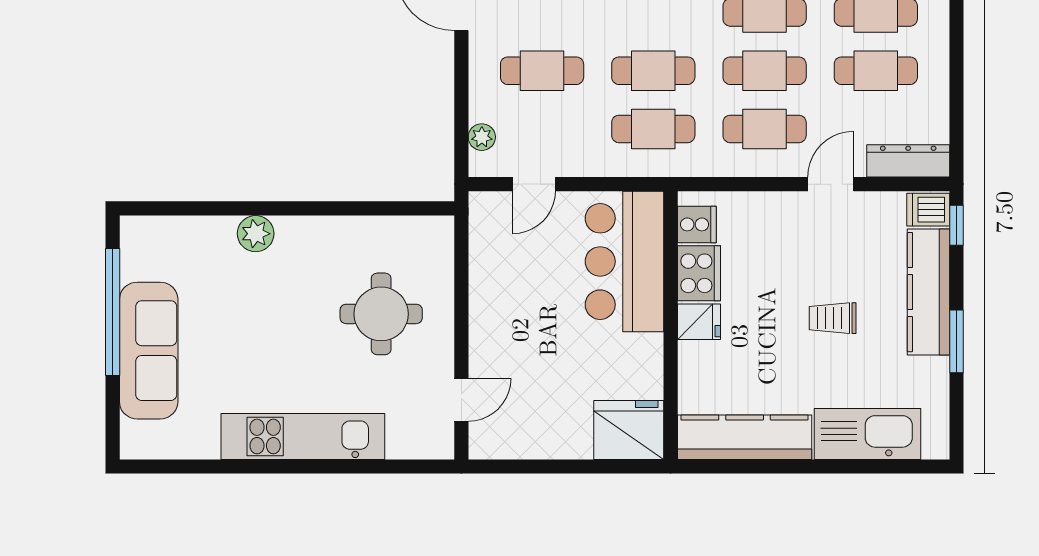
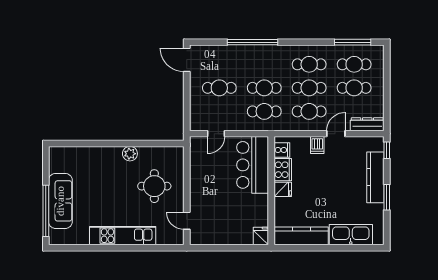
plant: (482, 137) -> (195, 115), removed
dishwasher: (928, 210) -> (317, 145), moved, turned -90
plant: (256, 234) -> (130, 154), moved
window: (113, 312) -> (46, 211), moved
trolley: (833, 318) -> (337, 188), removed
door: (461, 400) -> (187, 221), swing flipped
fridge: (629, 430) -> (261, 236), width x0.53, depth x0.75

